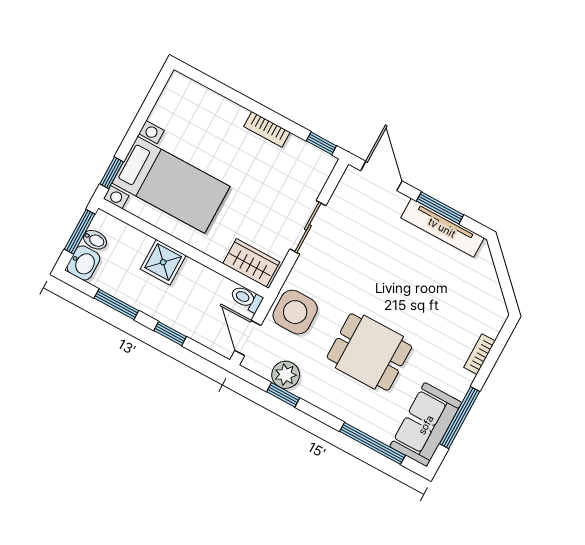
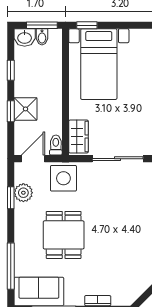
sliding door: (308, 227) -> (118, 159), width x1.37
shower: (163, 262) -> (26, 109), moved
window: (116, 304) -> (11, 70), width x0.67

